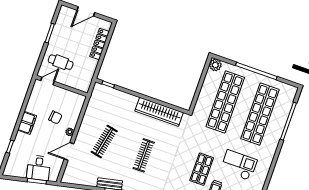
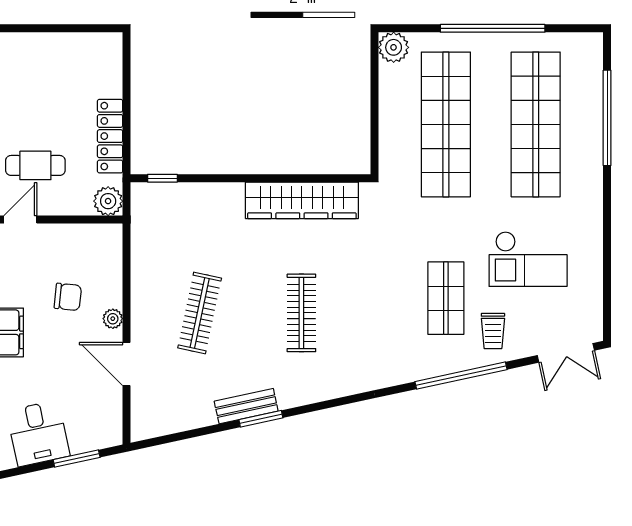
door: (86, 11) -> (53, 28), removed
locker: (99, 44) -> (110, 136), moved
plant: (84, 86) -> (108, 201), added
door: (69, 151) -> (127, 364), hinge flipped
checkout: (239, 165) -> (528, 259), turned 180
desk: (39, 168) -> (38, 433), moved

